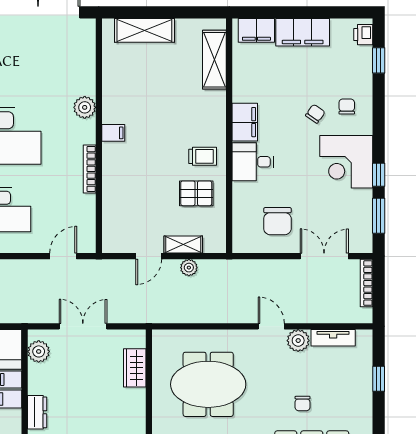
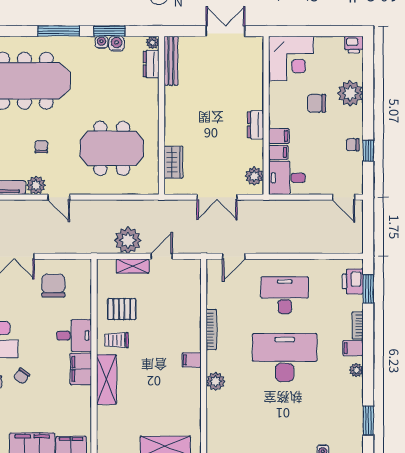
shelving: (214, 60) -> (106, 380), moved
plant: (189, 268) -> (128, 240), width x1.87, depth x1.87
chair: (303, 403) -> (41, 147), moved

